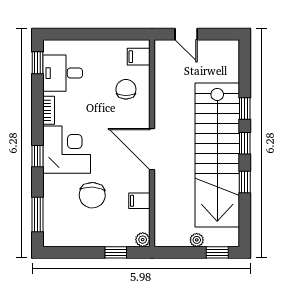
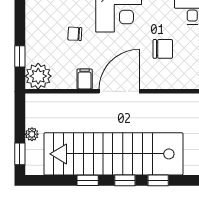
chair: (126, 89) -> (163, 49), moved
chair: (92, 195) -> (75, 34), width x0.54, depth x0.54
filing cabinet: (139, 201) -> (85, 79), moved
plant: (143, 240) -> (38, 76), width x1.87, depth x1.87

